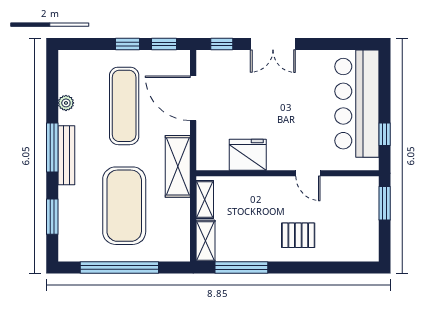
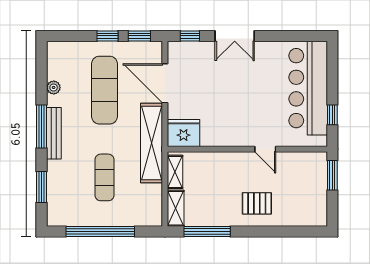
fridge: (248, 155) -> (184, 133), moved
shelving: (178, 166) -> (151, 143), width x1.47
exercise mat: (124, 206) -> (105, 177), width x0.50, depth x0.69

